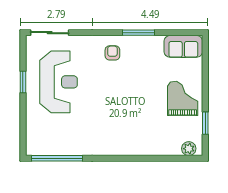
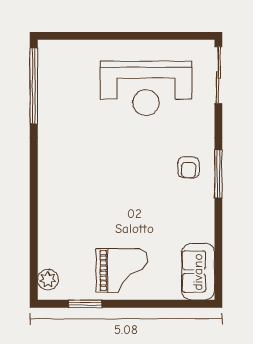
window: (139, 33) -> (218, 174), moved
armchair: (112, 53) -> (188, 167), turned 90
window: (23, 82) -> (146, 36), removed

